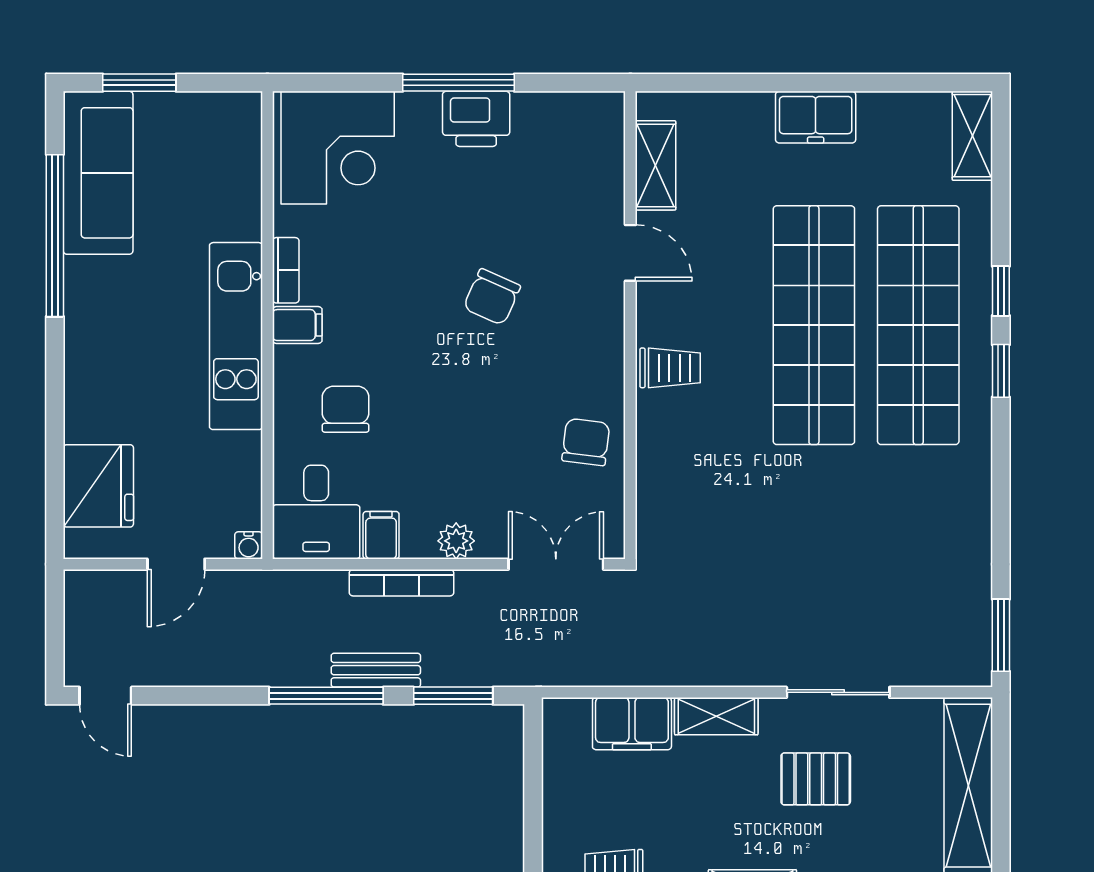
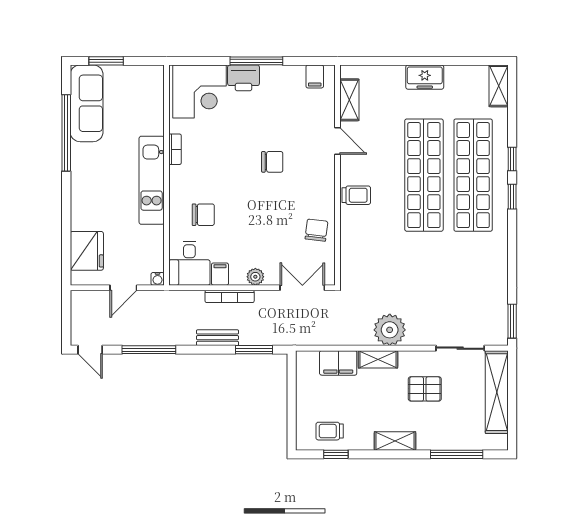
printer: (476, 119) -> (243, 78), moved
chair: (492, 297) -> (272, 162), turned -114
filing cabinet: (297, 325) -> (315, 76), moved, turned 90
chair: (346, 409) -> (203, 215), turned 90
plant: (741, 654) -> (390, 330), added
sliding door: (838, 692) -> (460, 348), moved
window: (326, 696) -> (149, 350), moved

